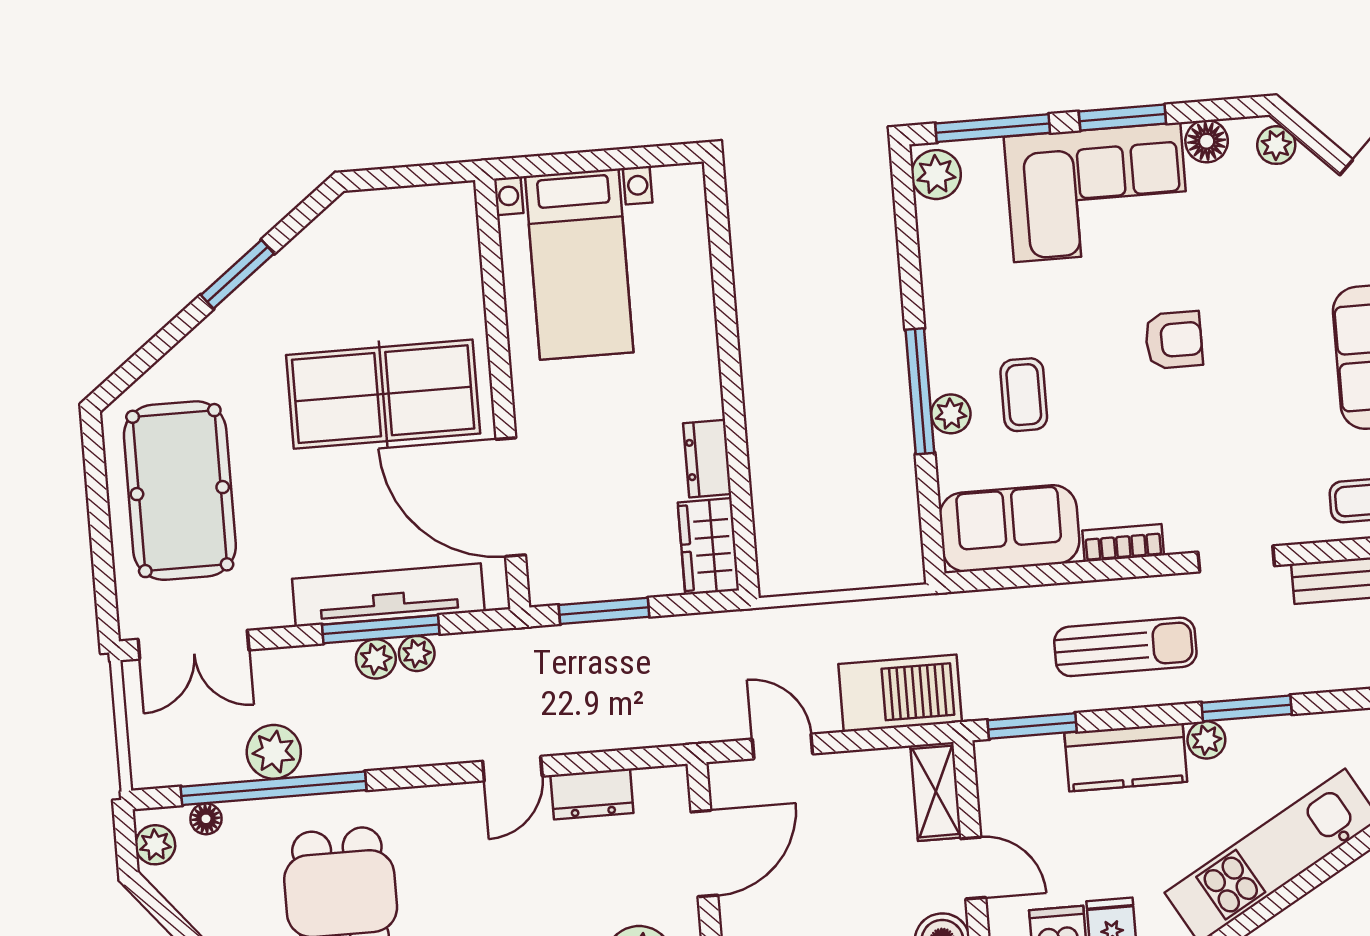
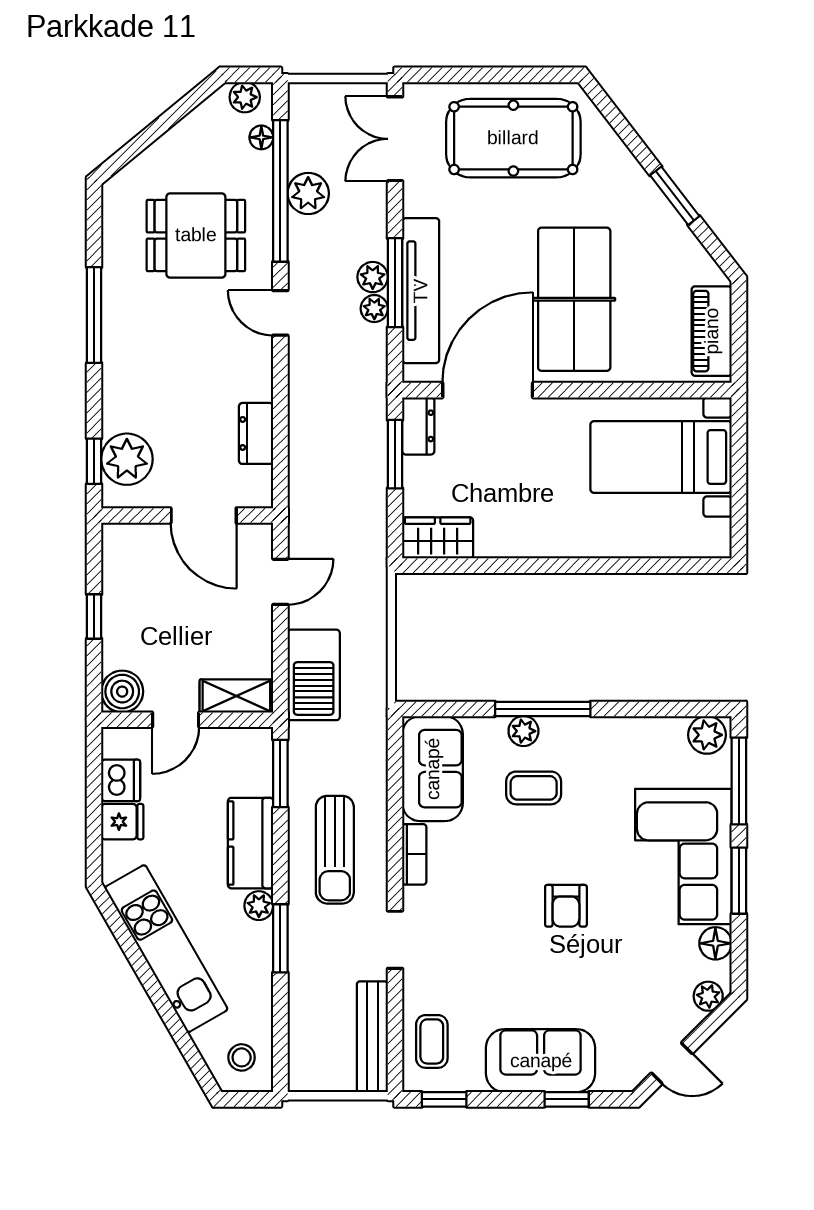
piano: (410, 212) -> (712, 331), added
dresser: (707, 459) -> (418, 426), moved, turned 90
door: (512, 769) -> (280, 313), moved

